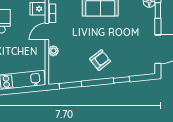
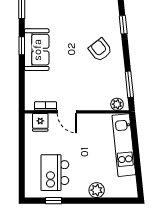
plant: (53, 51) -> (117, 104), moved

